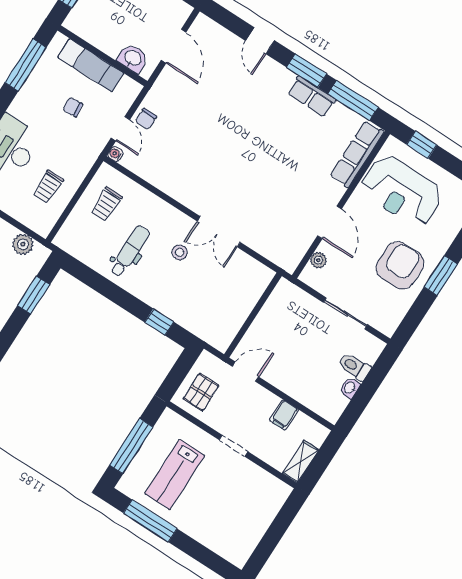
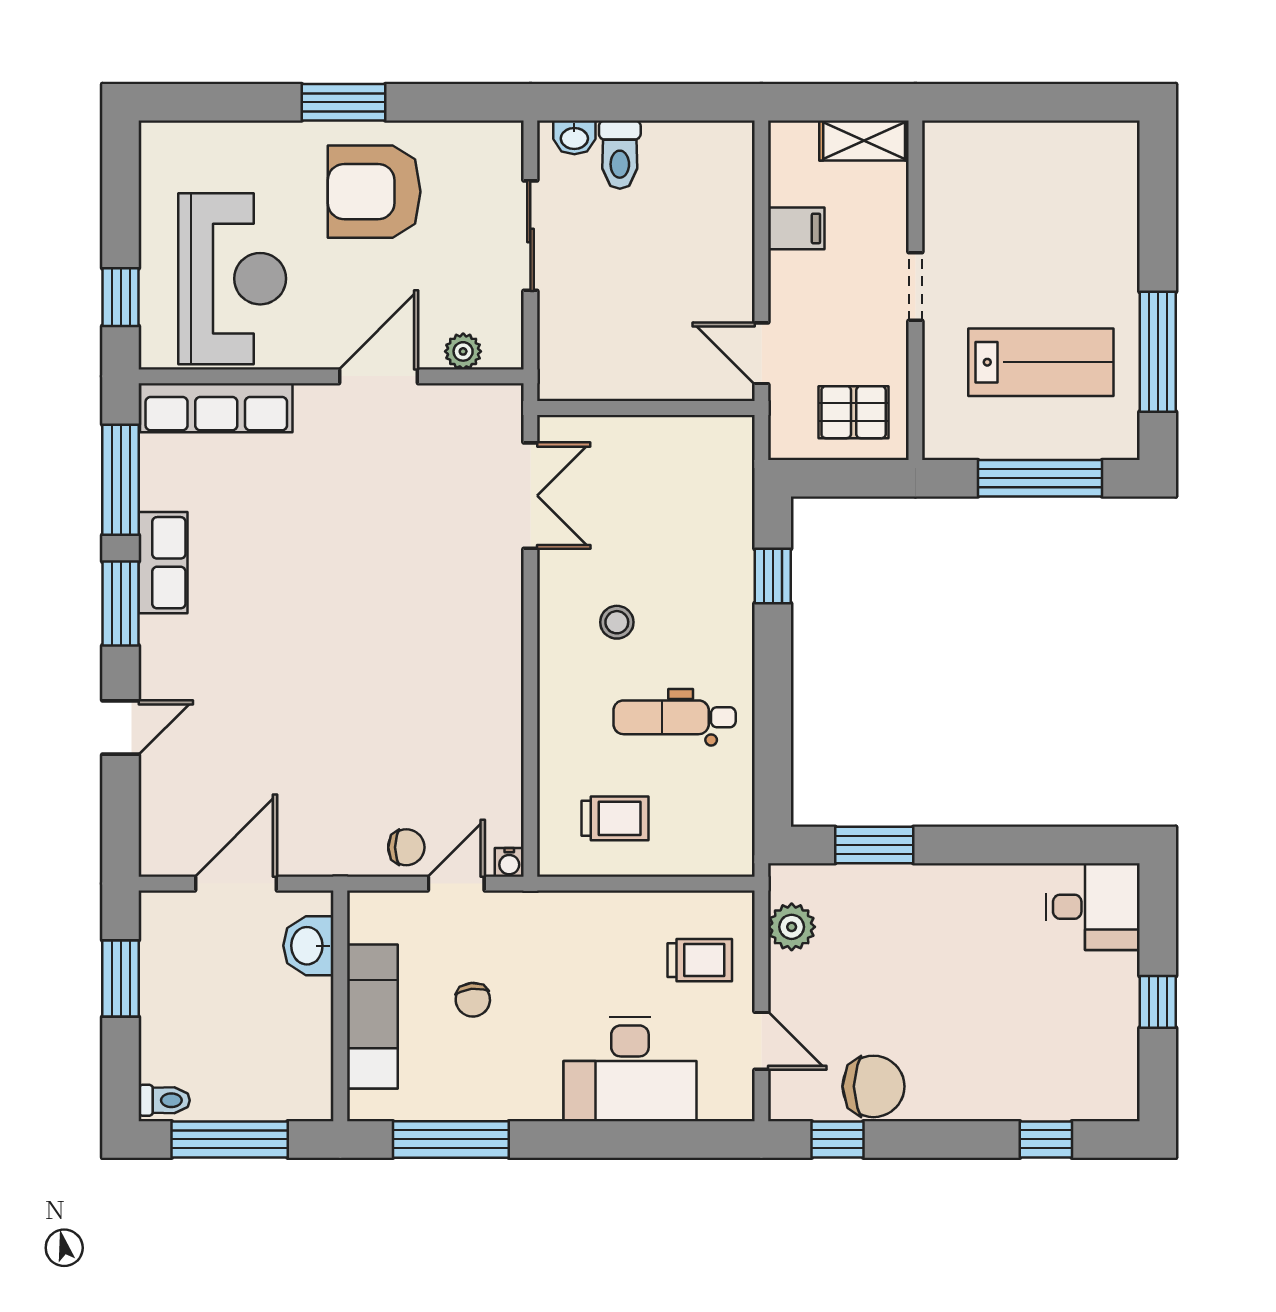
trolley: (48, 187) -> (700, 960), moved
double door: (219, 232) -> (530, 496), moved
washbasin: (350, 388) -> (574, 137), moved

